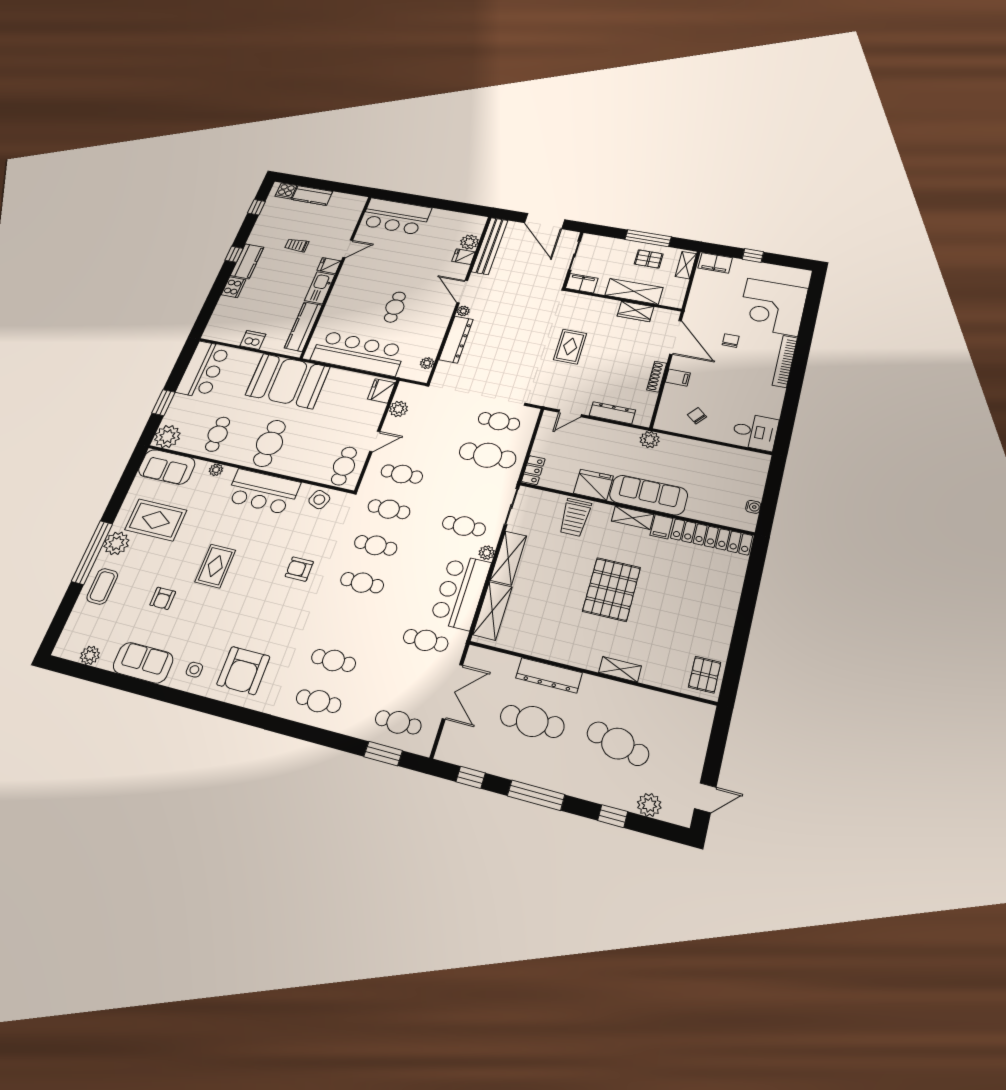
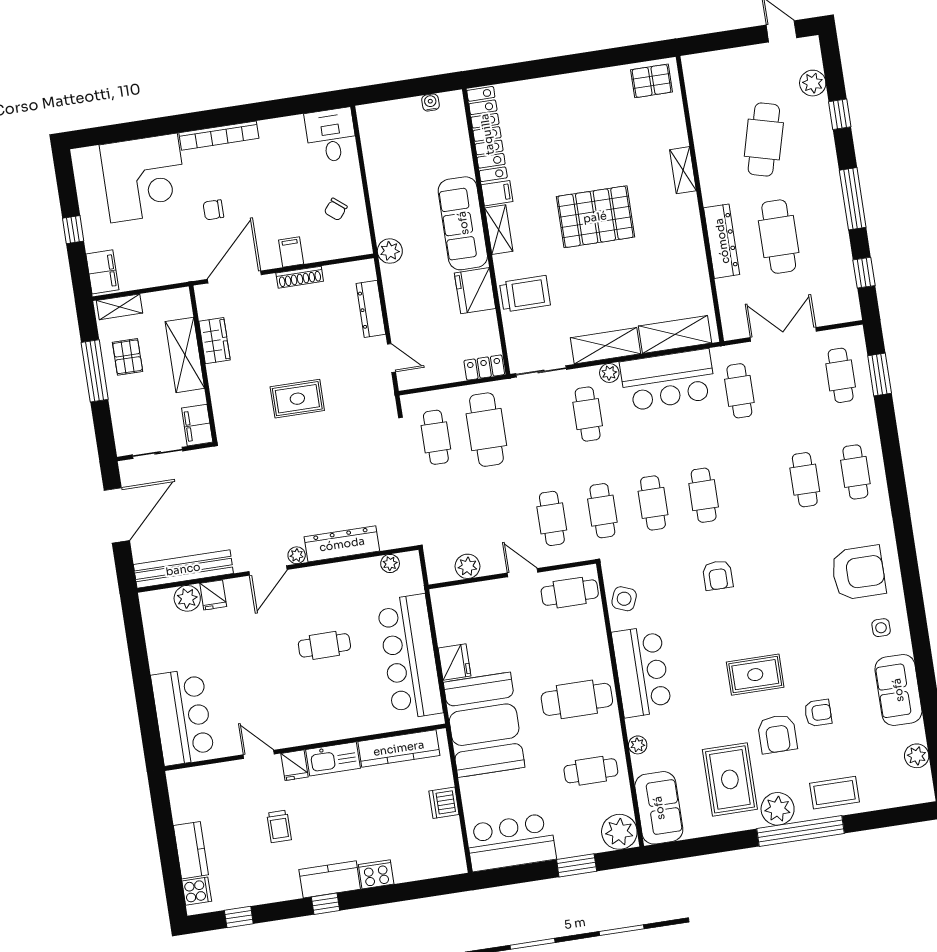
fridge: (381, 391) -> (454, 662), moved, turned -90
armchair: (166, 564) -> (777, 734), added

